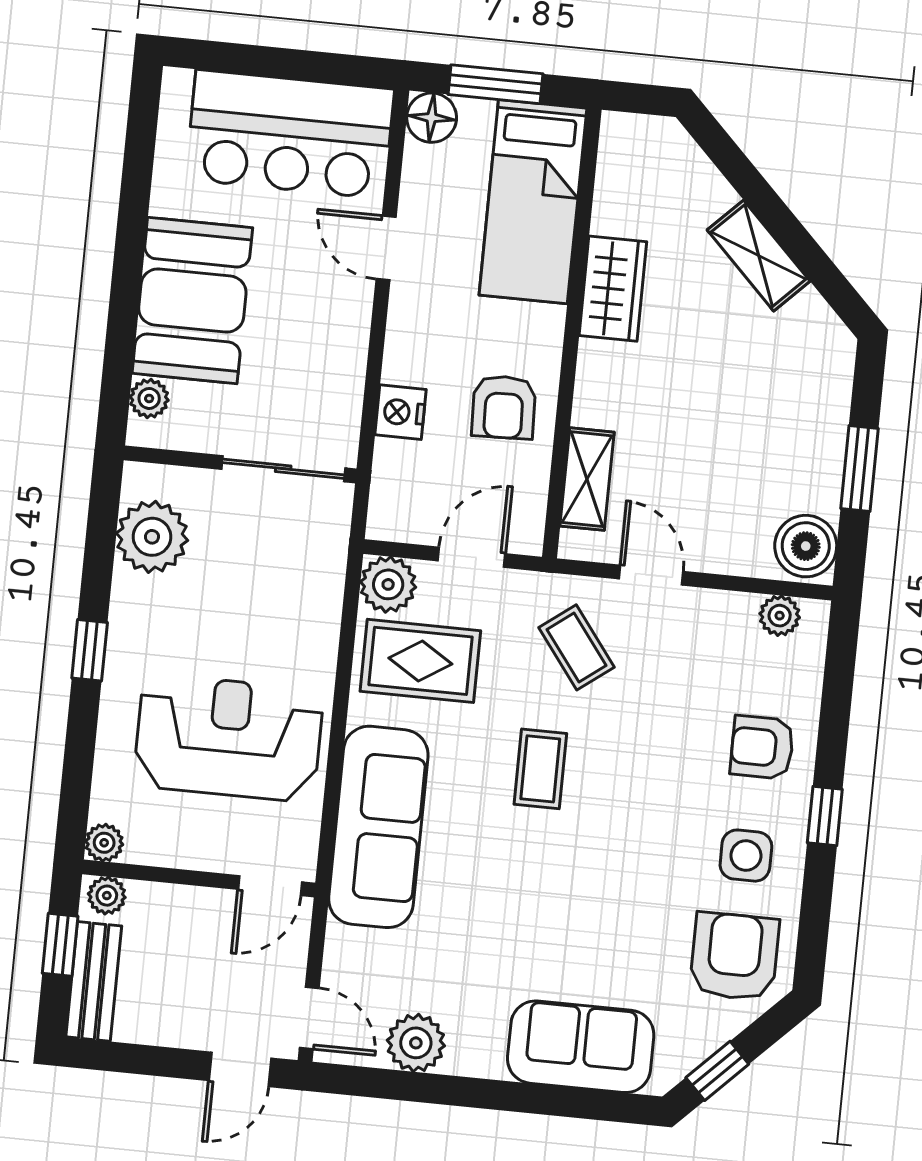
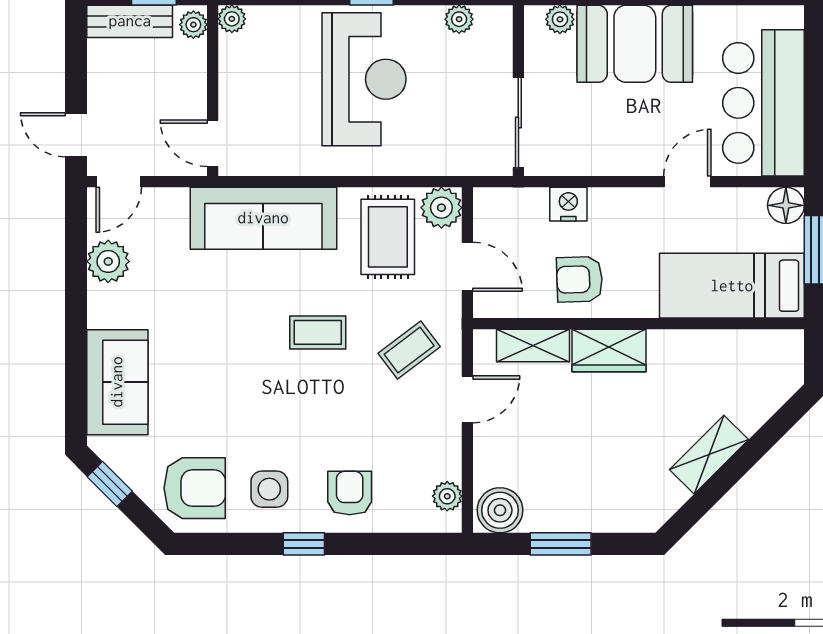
wardrobe: (613, 289) -> (609, 350), moved
plant: (152, 537) -> (459, 19), width x0.53, depth x0.53
reception desk: (229, 738) -> (364, 79), moved

